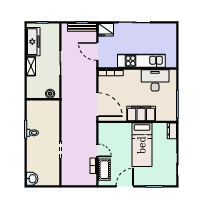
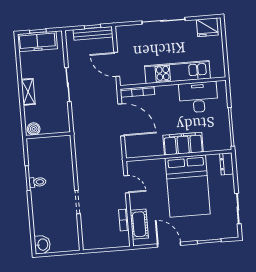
fridge: (106, 30) -> (207, 27), moved
freezer: (33, 42) -> (37, 41), moved, turned 90
boiler: (50, 94) -> (34, 129), moved
door: (97, 105) -> (121, 120), moved
bed: (142, 145) -> (188, 186), width x1.50
door: (97, 150) -> (127, 184), moved
door: (125, 186) -> (169, 245), hinge flipped

